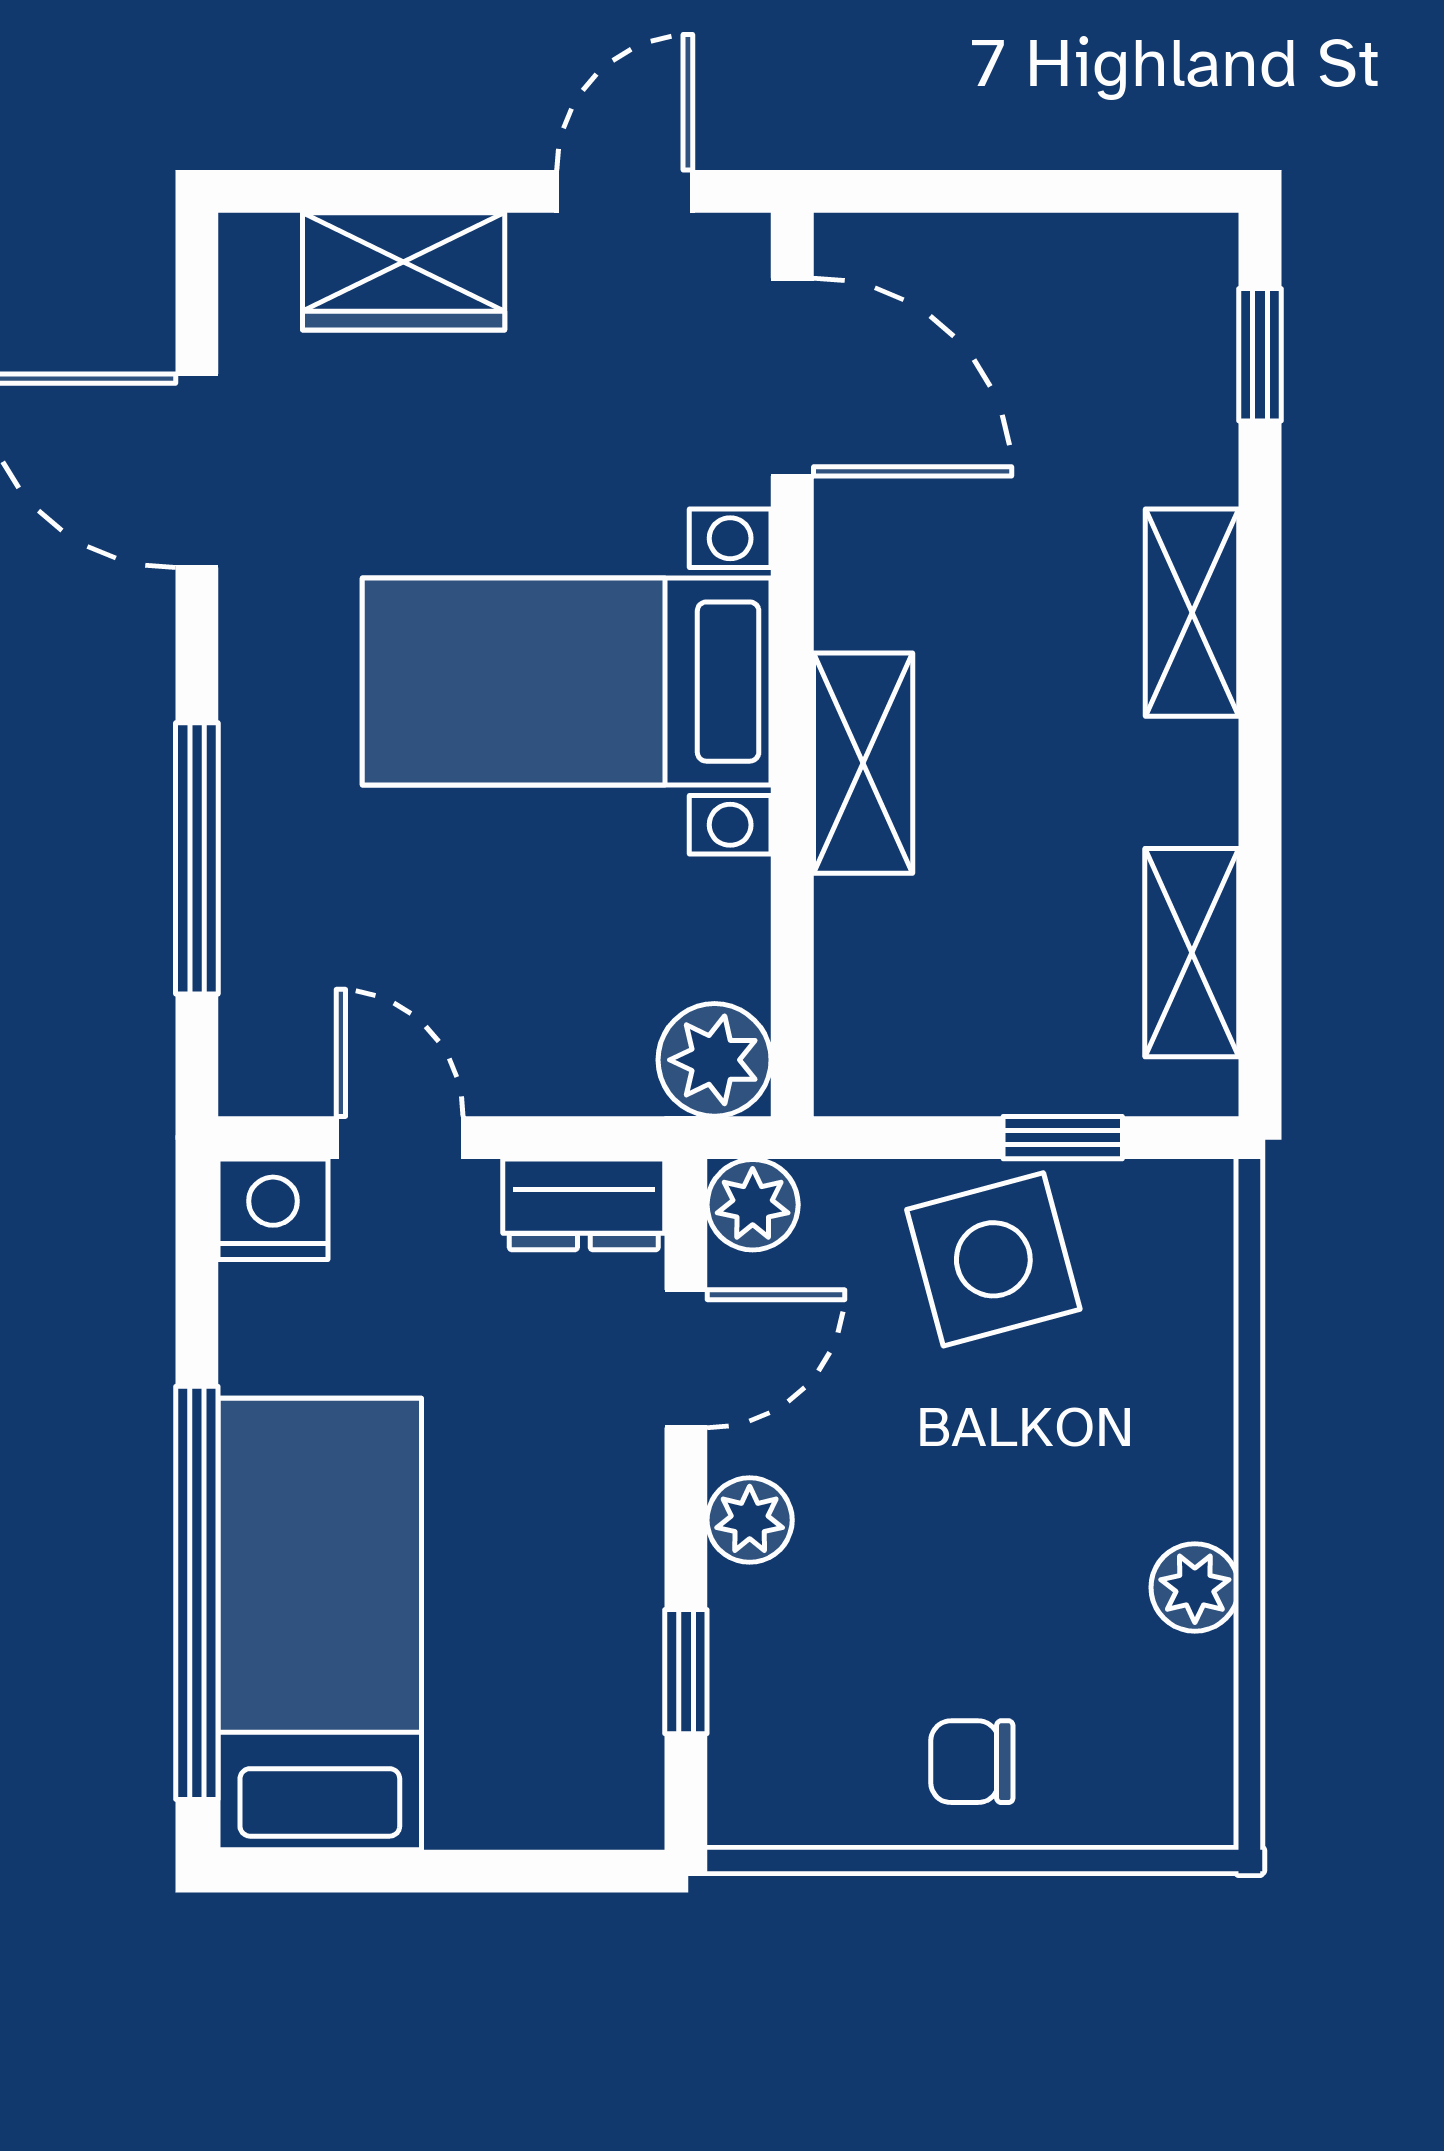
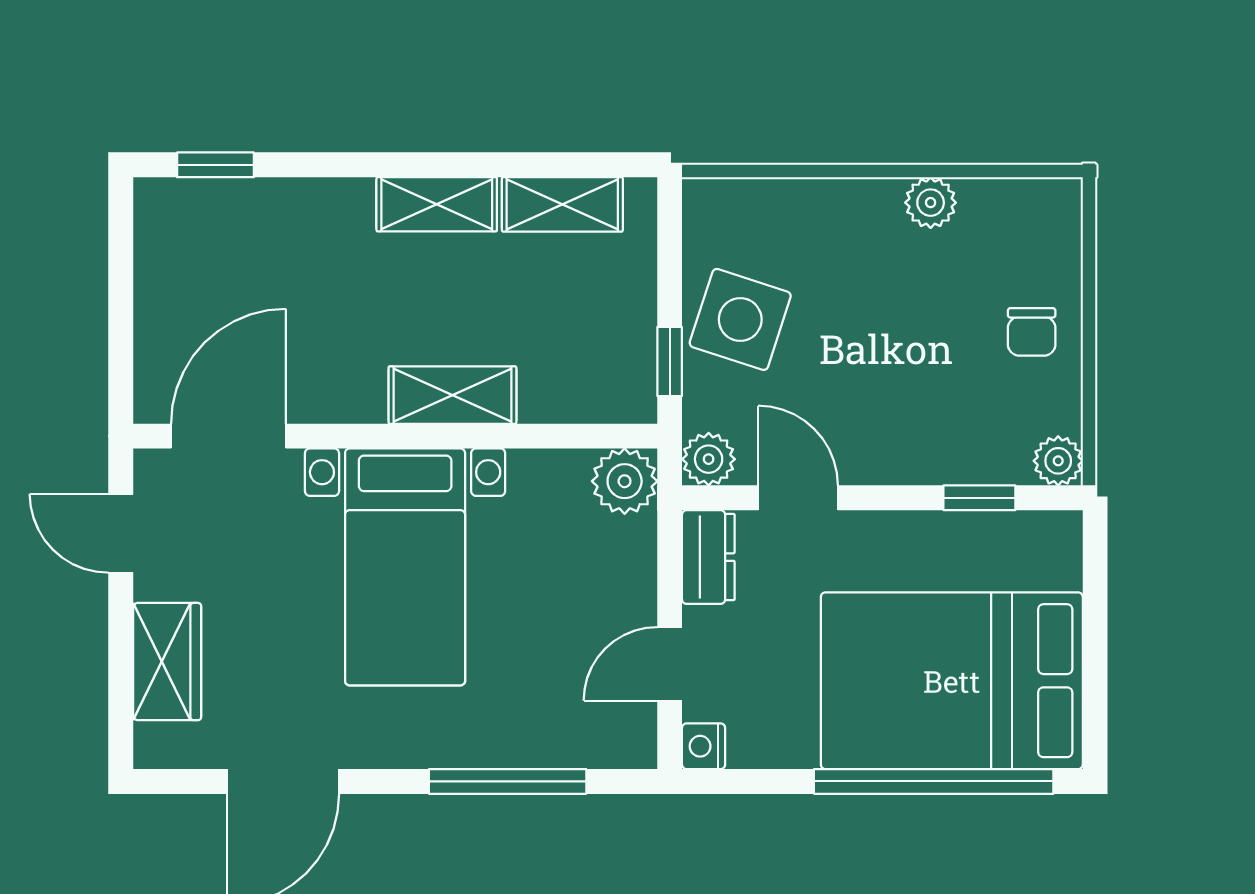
shelving: (1192, 613) -> (437, 204), moved
window: (1063, 1138) -> (670, 361), moved
nightstand: (273, 1209) -> (704, 746), width x0.72, depth x0.74
side table: (993, 1259) -> (740, 319), turned 33
plant: (750, 1520) -> (1058, 461), moved
bed: (320, 1624) -> (952, 681), width x1.50

